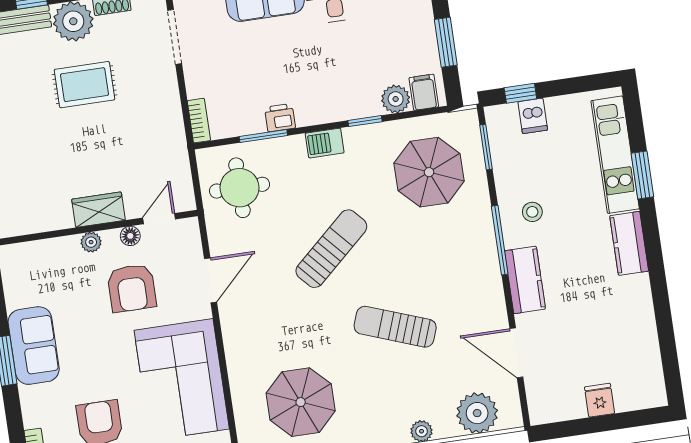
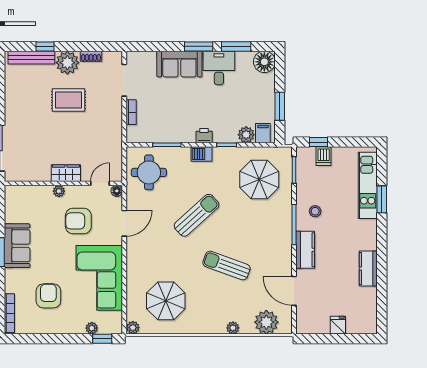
printer: (280, 118) -> (204, 136), moved
bookcase: (199, 121) -> (131, 112), moved
floor lamp: (130, 236) -> (117, 191), moved
kitchen counter: (629, 243) -> (368, 269), moved
armchair: (132, 288) -> (78, 221), turned 90

